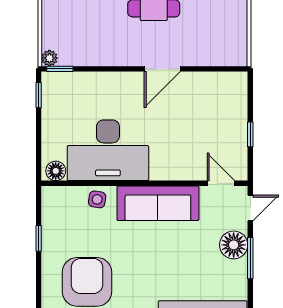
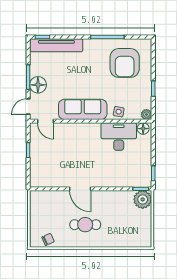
plant: (49, 58) -> (143, 199), width x1.88, depth x1.88
door: (162, 69) -> (80, 189), swing flipped
desk: (108, 150) -> (119, 137), width x0.73, depth x0.77
plant: (50, 195) -> (146, 114), added

